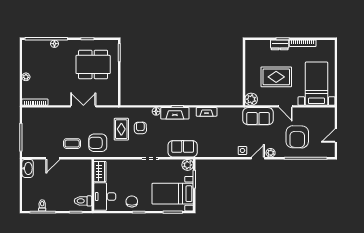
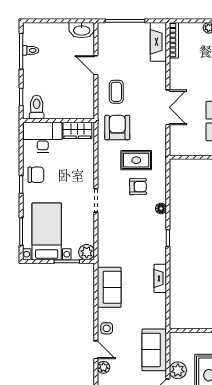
plant: (251, 99) -> (178, 370), moved
fireplace: (175, 113) -> (158, 42), moved
sofa: (183, 149) -> (109, 287), moved

